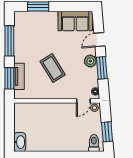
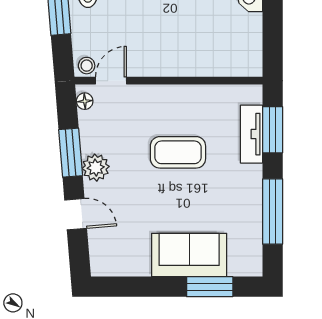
sofa: (75, 21) -> (189, 255), moved
door: (100, 40) -> (76, 214), hinge flipped
coffee table: (53, 68) -> (178, 152), turned -58

